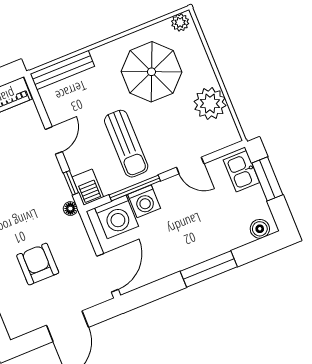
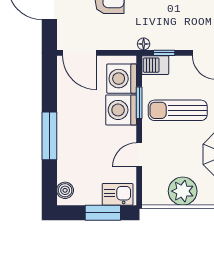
window: (135, 188) -> (139, 103), width x0.69
washing machine: (144, 201) -> (121, 110), width x1.37, depth x1.37

